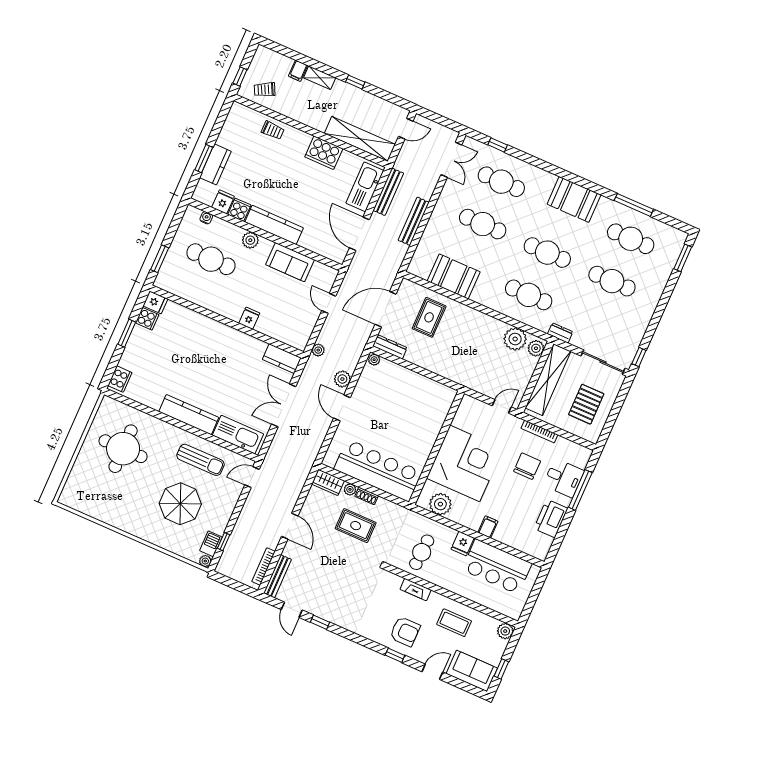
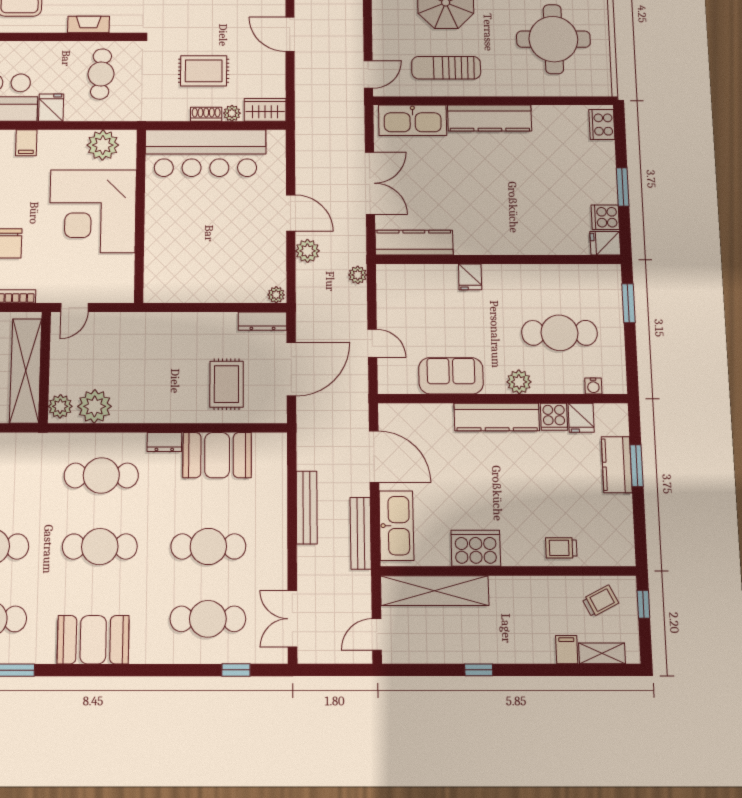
shelving: (320, 78) -> (602, 653), moved
dresser: (560, 333) -> (164, 442), moved
kitchen counter: (282, 359) -> (414, 243), width x1.50

